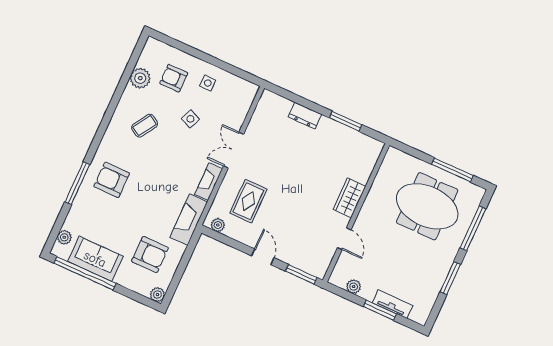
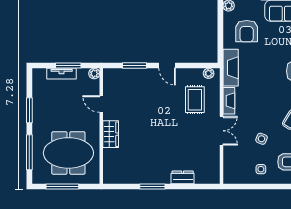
wardrobe: (349, 198) -> (111, 134), moved
wall: (356, 213) -> (101, 126), moved
door: (344, 239) -> (101, 104), moved
armchair: (150, 255) -> (247, 31), turned -90

